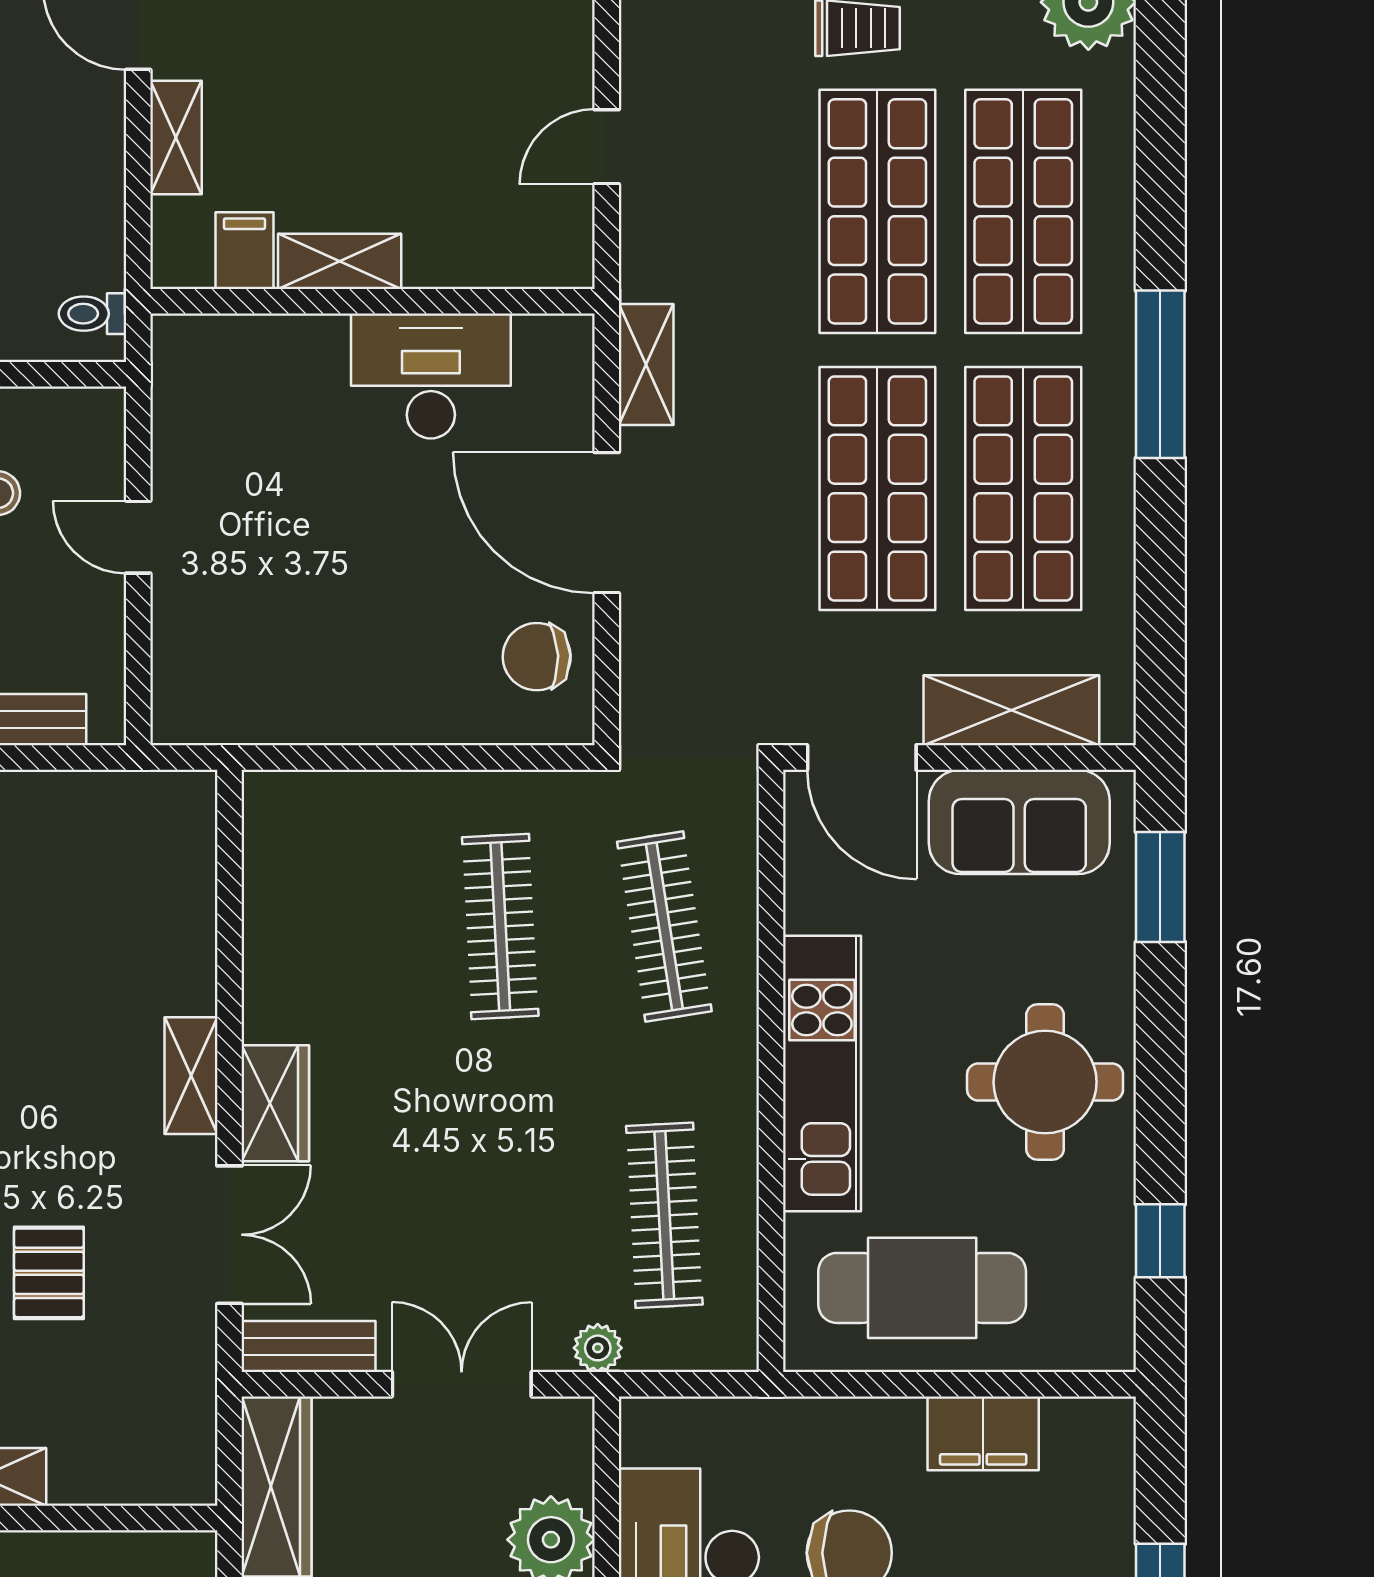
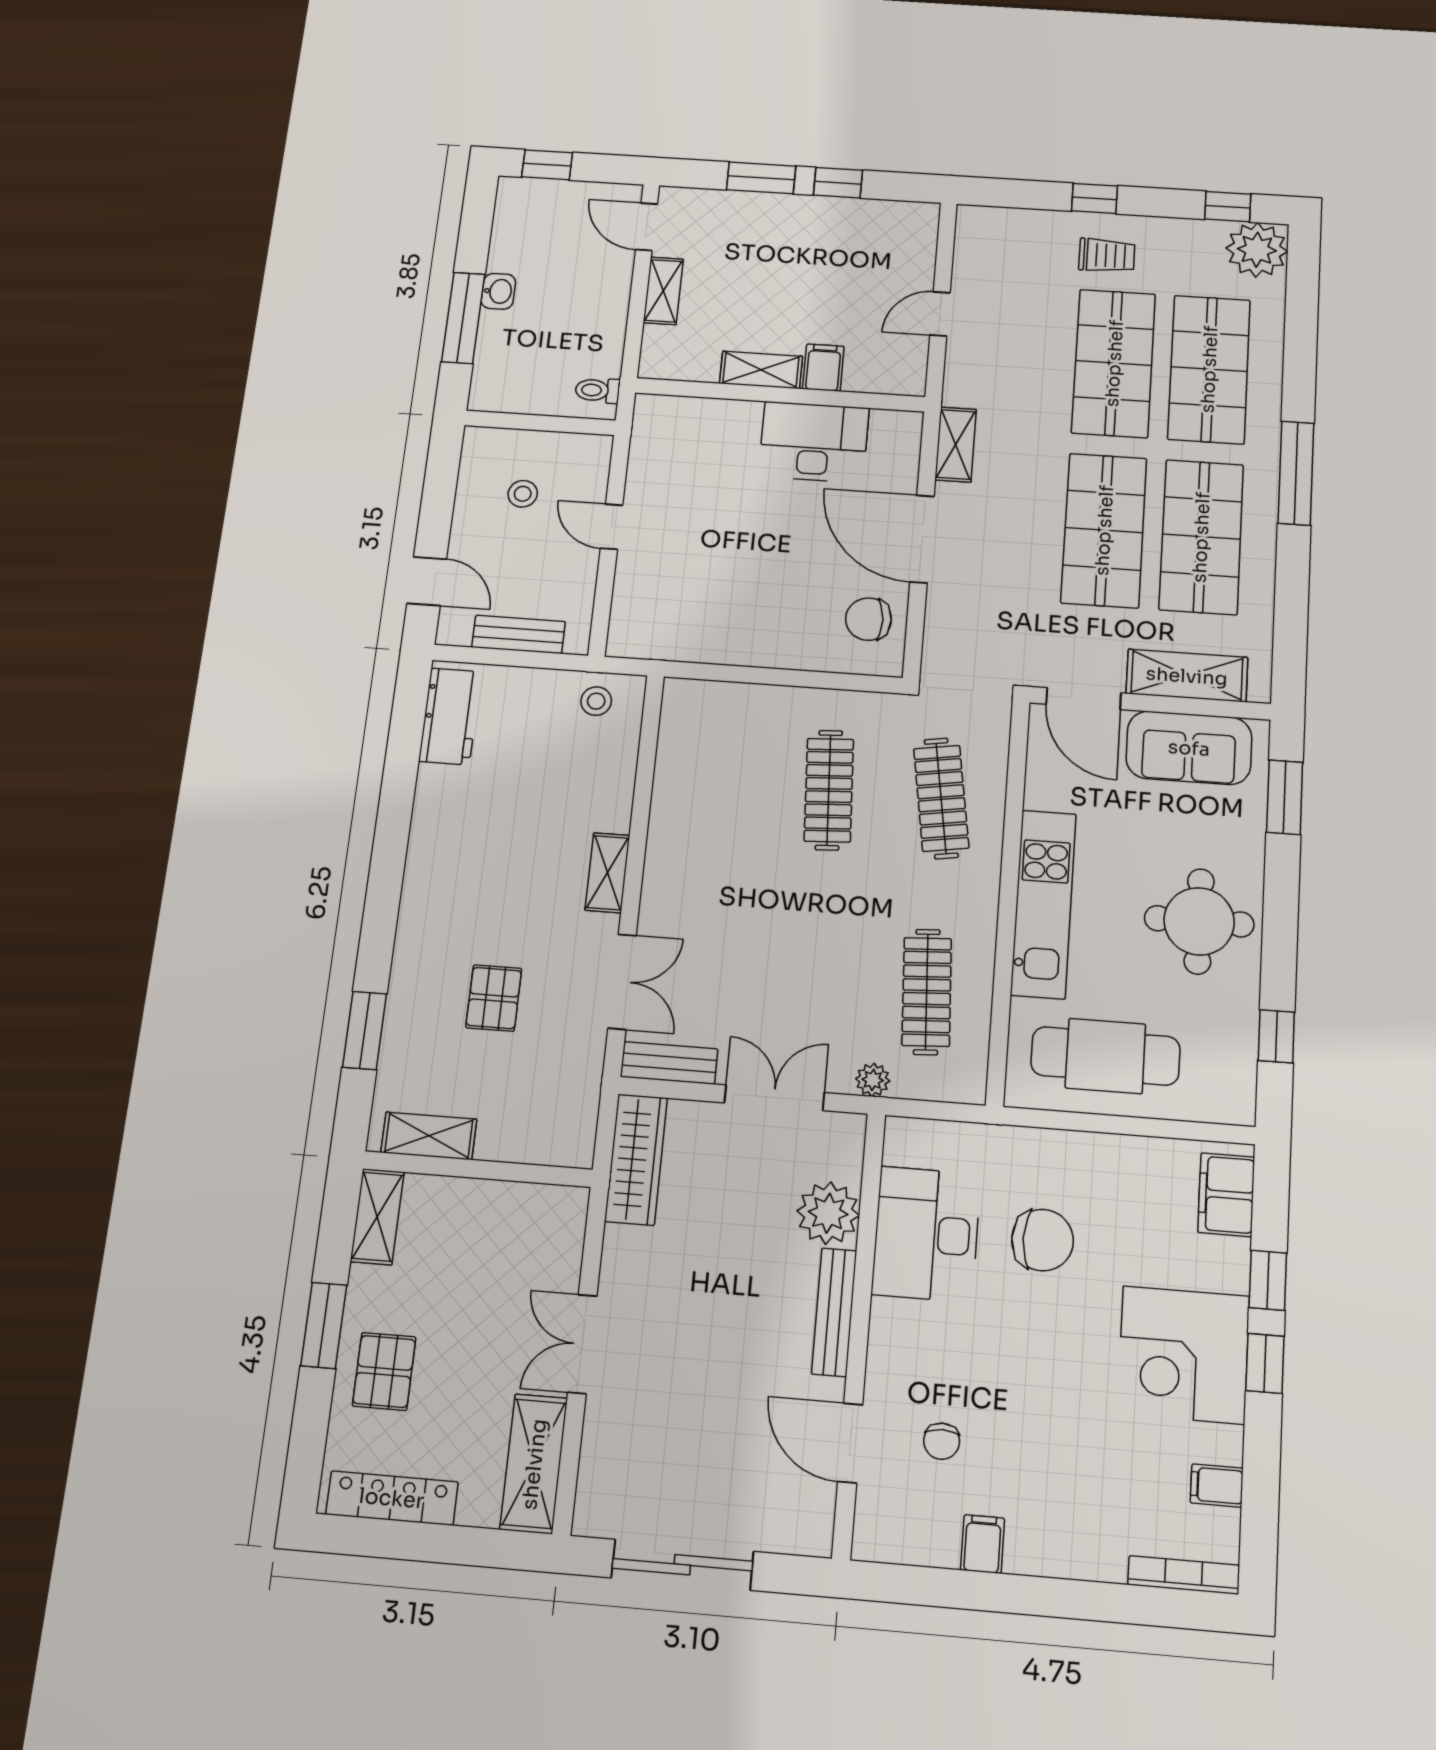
filing cabinet: (244, 251) -> (823, 368), moved
stool: (146, 815) -> (596, 701), added
wardrobe: (275, 1103) -> (663, 895), removed
filing cabinet: (983, 1433) -> (1226, 1195), moved, turned 90

